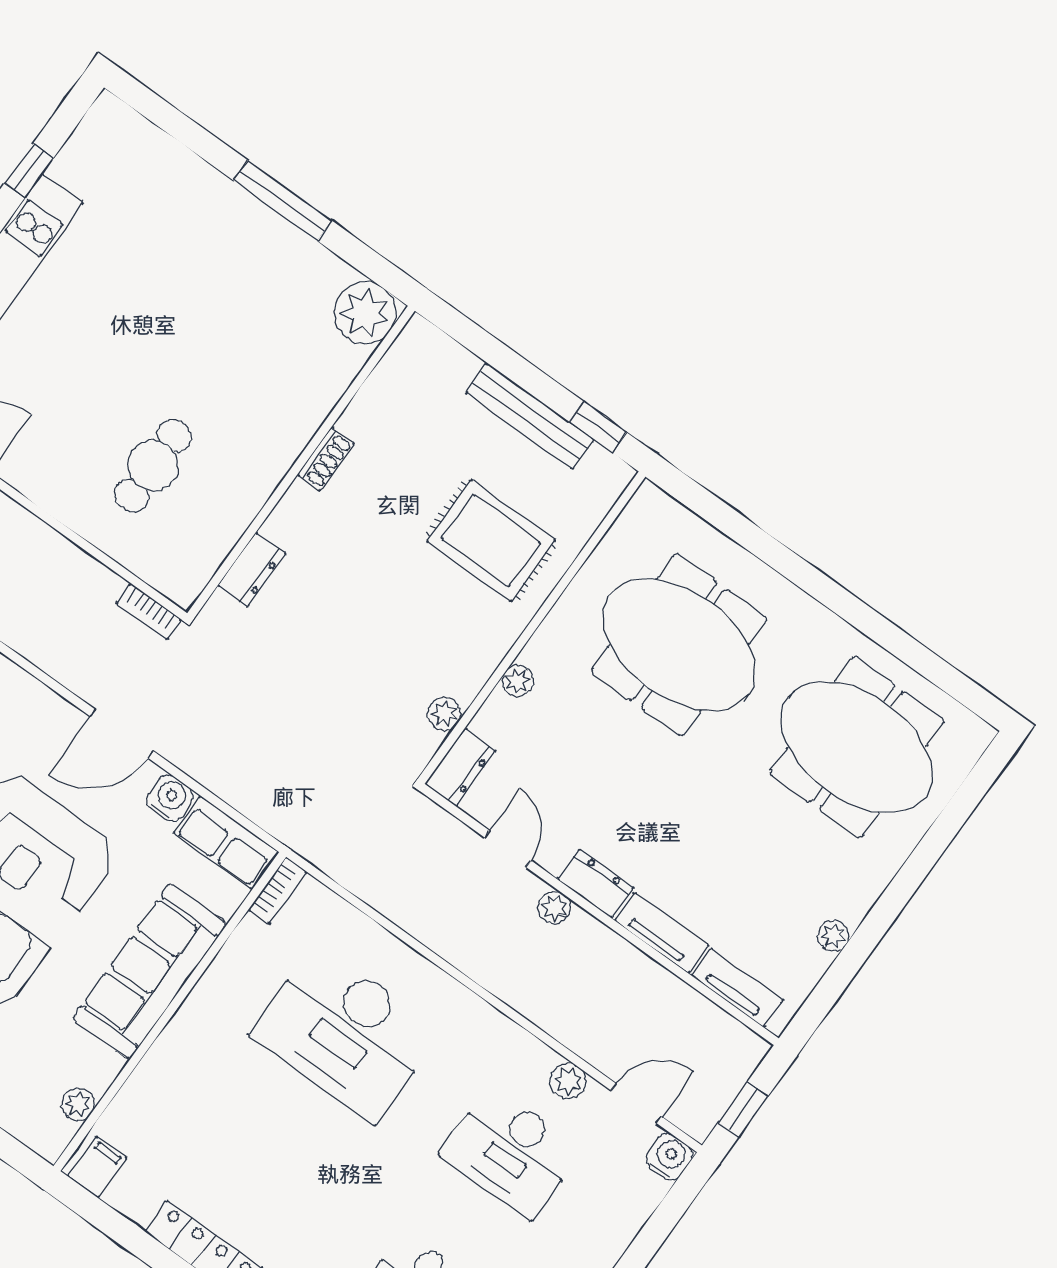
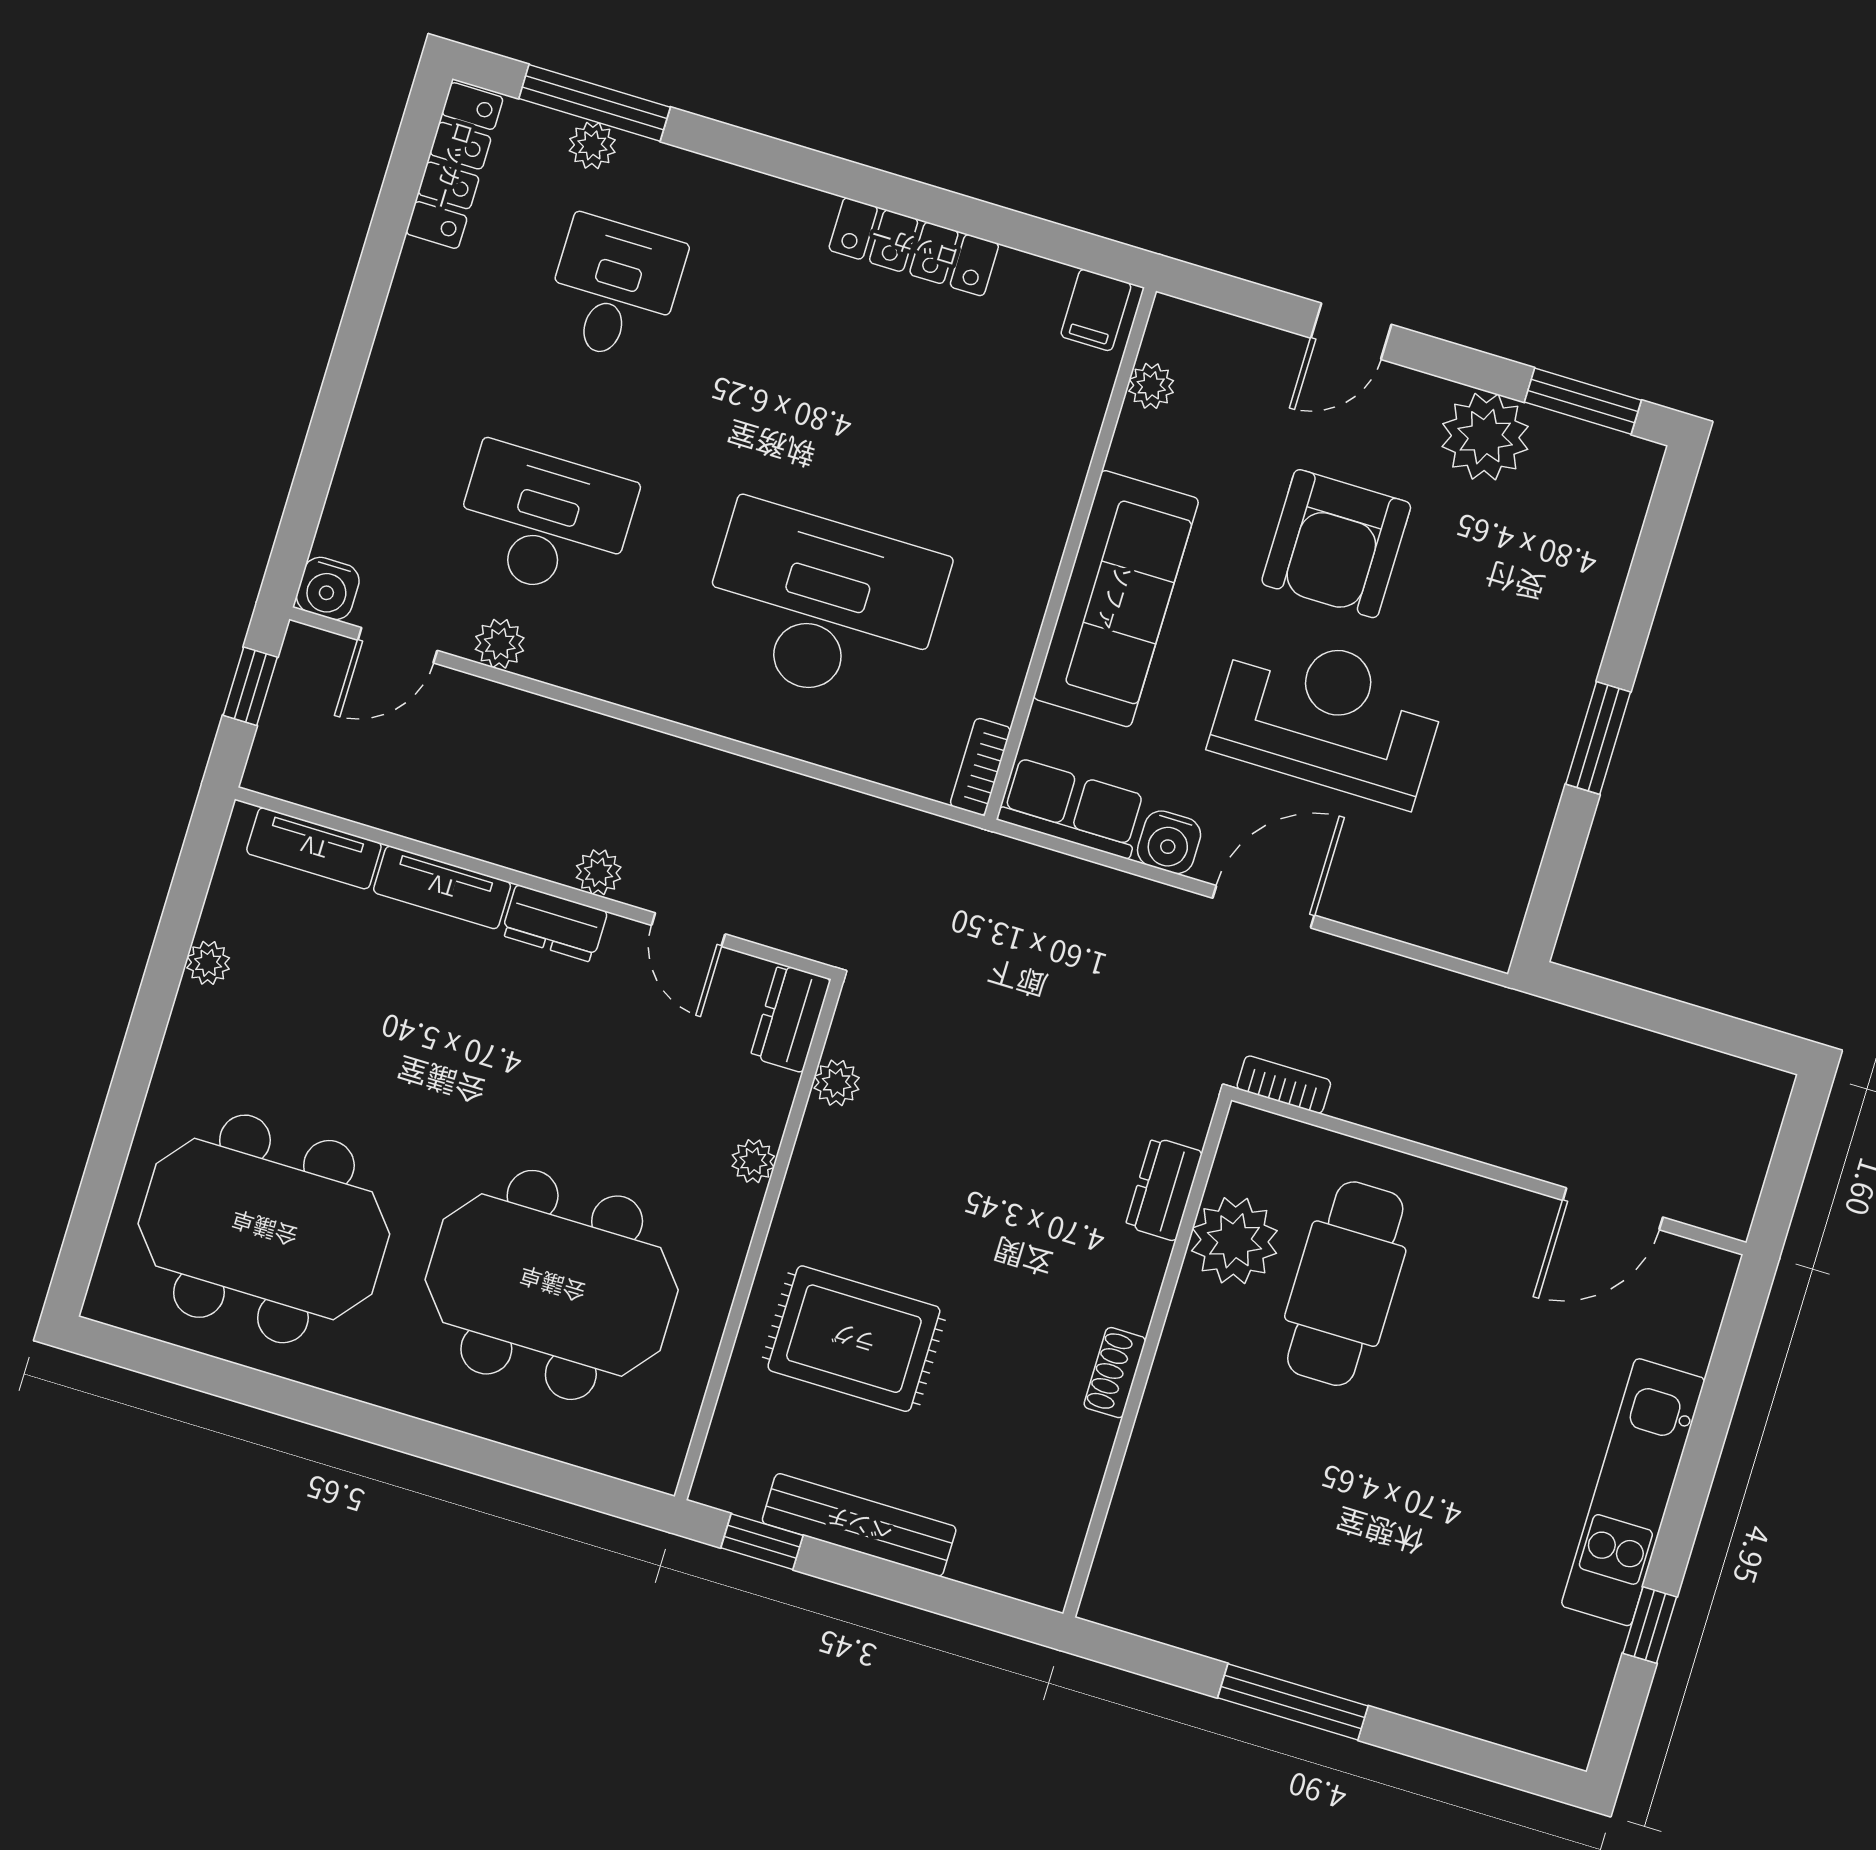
plant: (365, 313) -> (1234, 1241), moved
cafe table: (153, 466) -> (1345, 1284), width x1.37, depth x1.35

